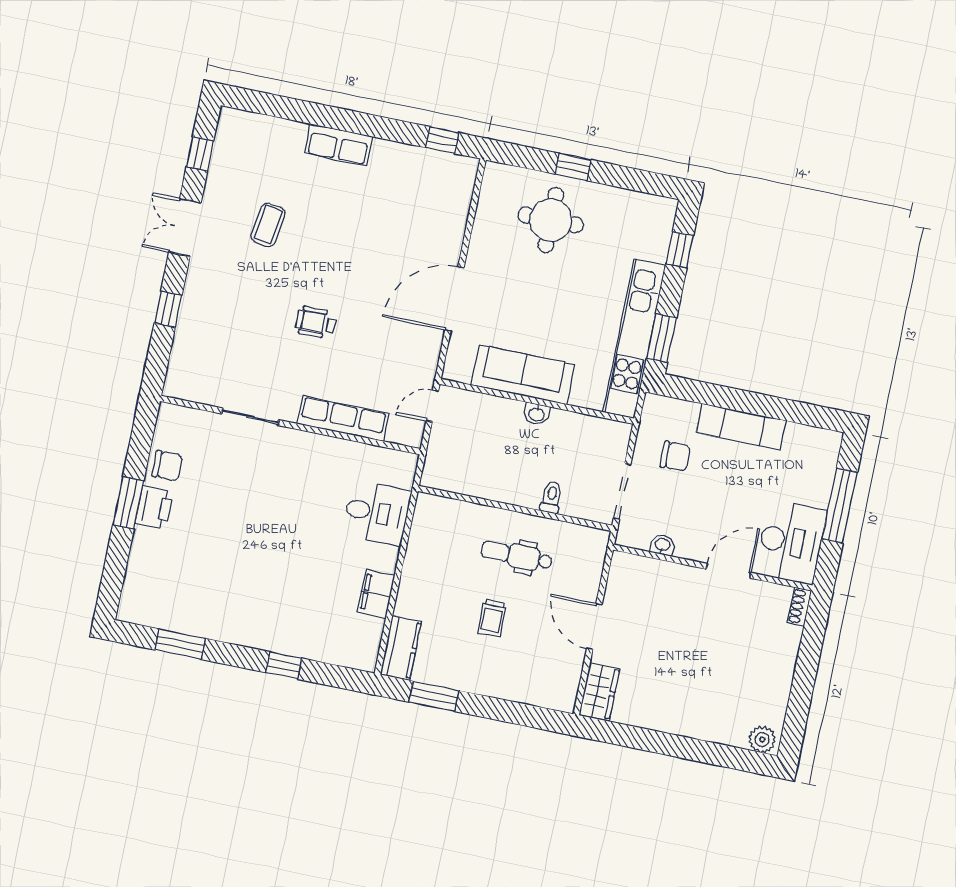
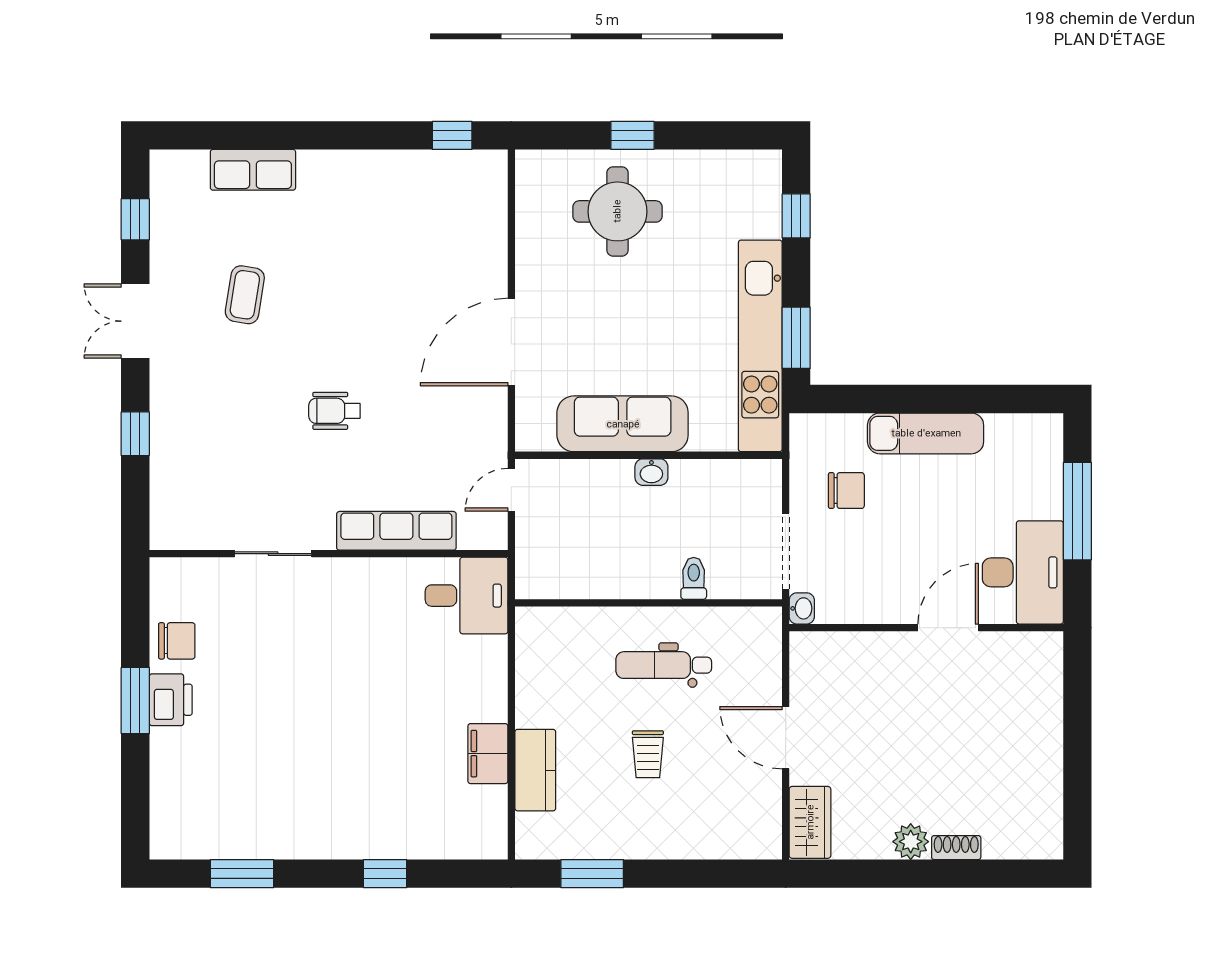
row of seats: (339, 145) -> (253, 170), moved
desk: (377, 513) -> (467, 596), moved
washbasin: (662, 545) -> (802, 608), moved, turned 90
shoe rack: (799, 607) -> (956, 848), moved, turned 90
kitchen counter: (401, 648) -> (535, 770), moved
plant: (762, 739) -> (911, 842), moved

